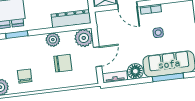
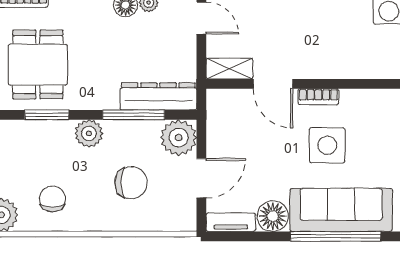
window: (60, 29) -> (134, 115), added
side table: (158, 33) -> (327, 145), width x1.87, depth x1.87
plant: (53, 40) -> (89, 133), moved
window: (168, 77) -> (336, 236), width x1.46

